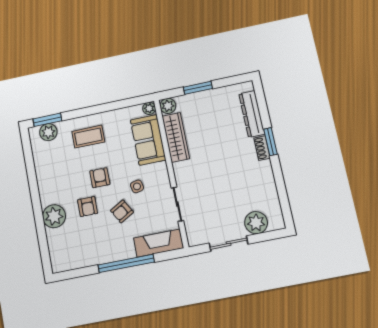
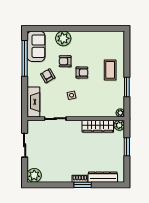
window: (47, 120) -> (127, 87), moved
plant: (48, 132) -> (119, 44), removed
sofa: (148, 140) -> (36, 46), moved, turned 90
armchair: (122, 211) -> (48, 76), moved
plant: (256, 223) -> (34, 175), moved
window: (126, 264) -> (25, 58), moved

